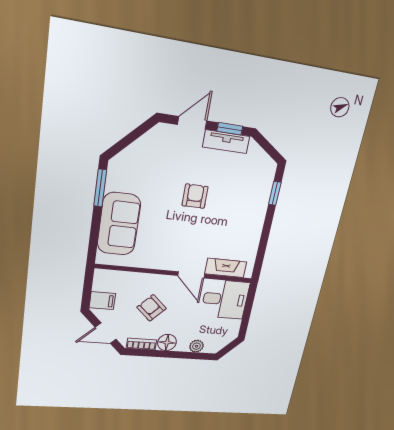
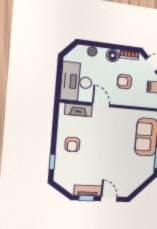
door: (192, 123) -> (109, 199), swing flipped
armchair: (195, 196) -> (72, 144), moved
desk: (225, 299) -> (76, 82), width x1.37
armchair: (152, 308) -> (124, 82), turned 137

